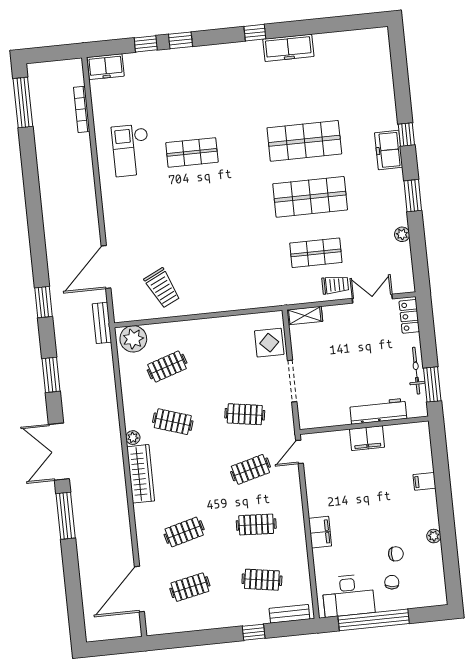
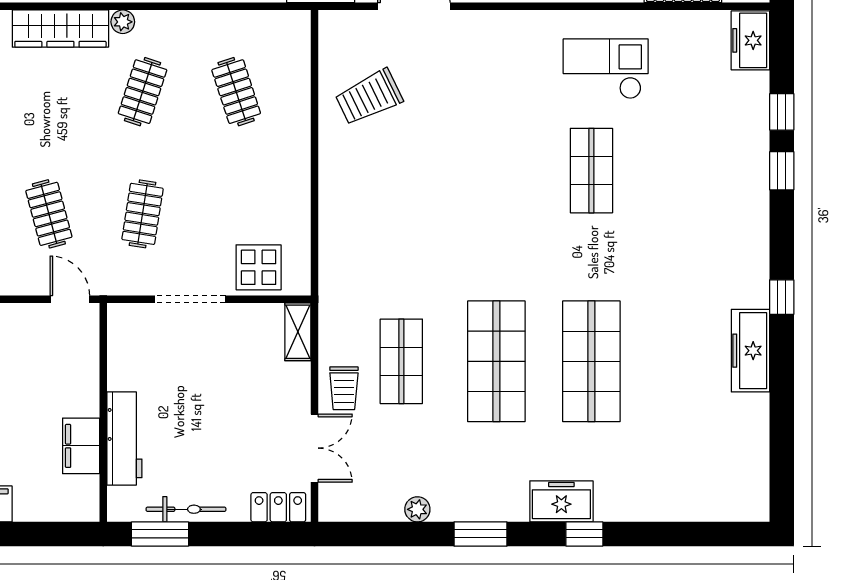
plant: (133, 339) -> (288, 40), removed
filing cabinet: (367, 438) -> (81, 446), moved

